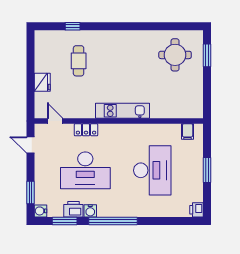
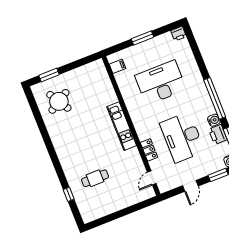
round table: (175, 55) -> (59, 101), turned -31
fridge: (42, 82) -> (124, 201), removed
door: (31, 145) -> (190, 186), moved
desk: (85, 170) -> (182, 137), turned 180

